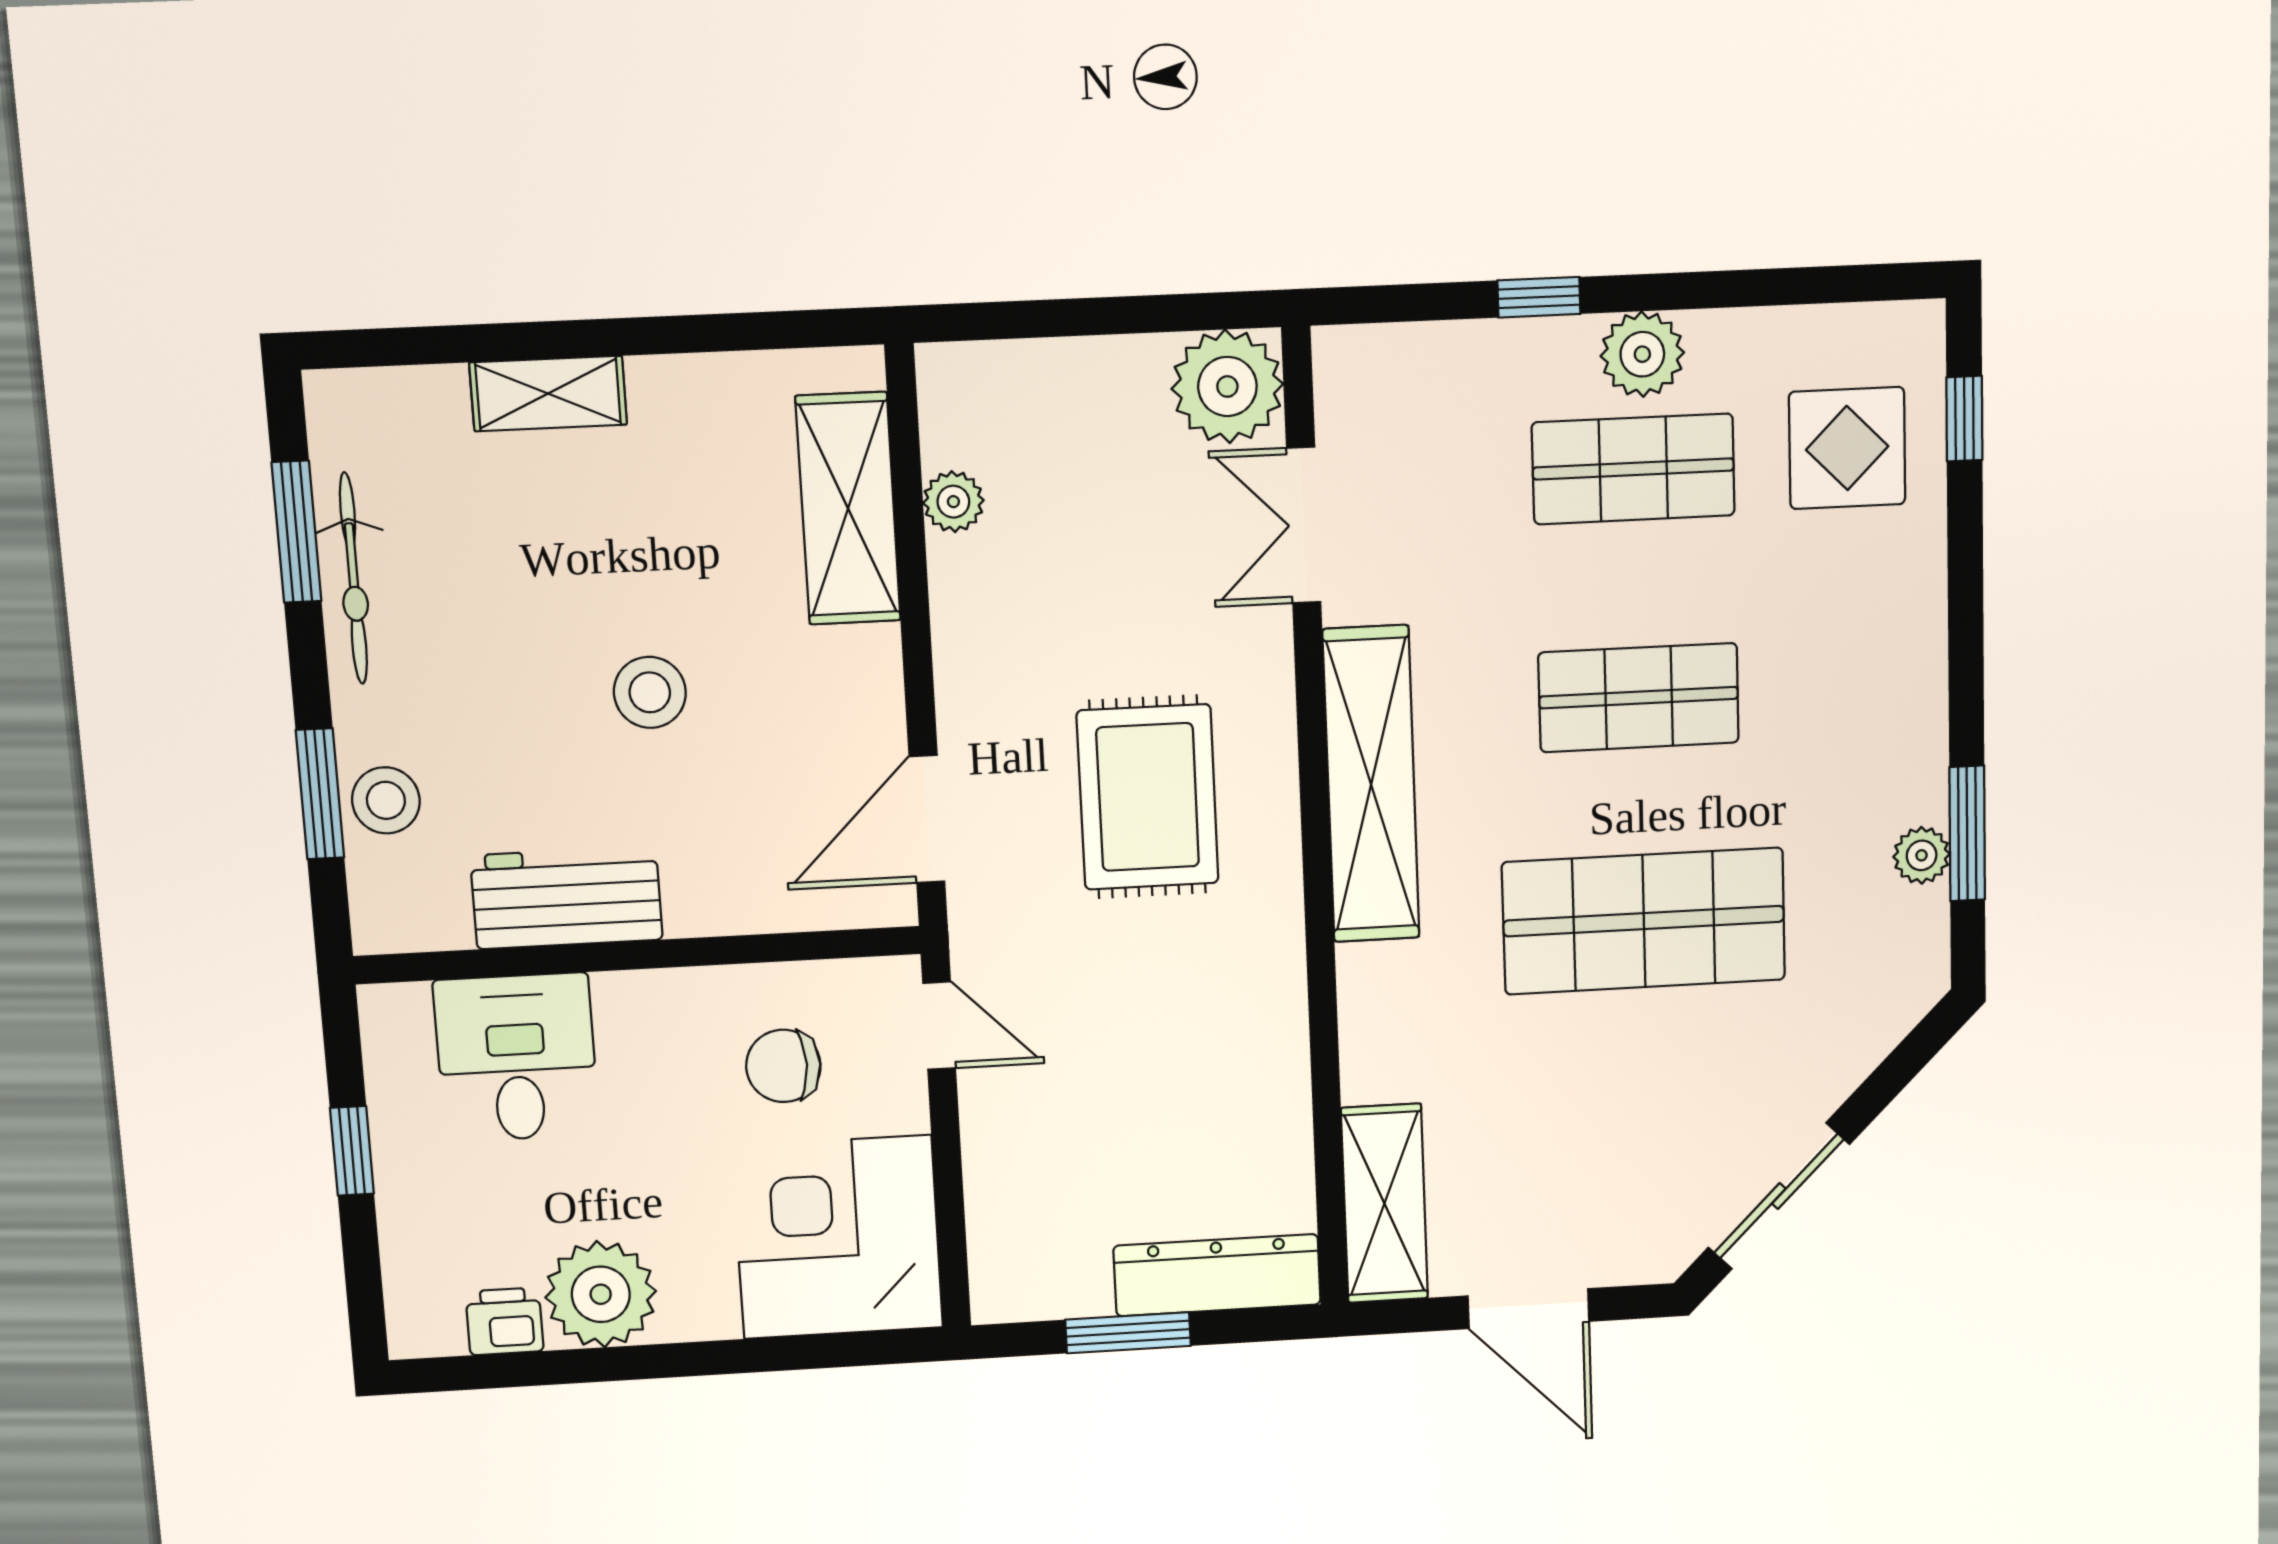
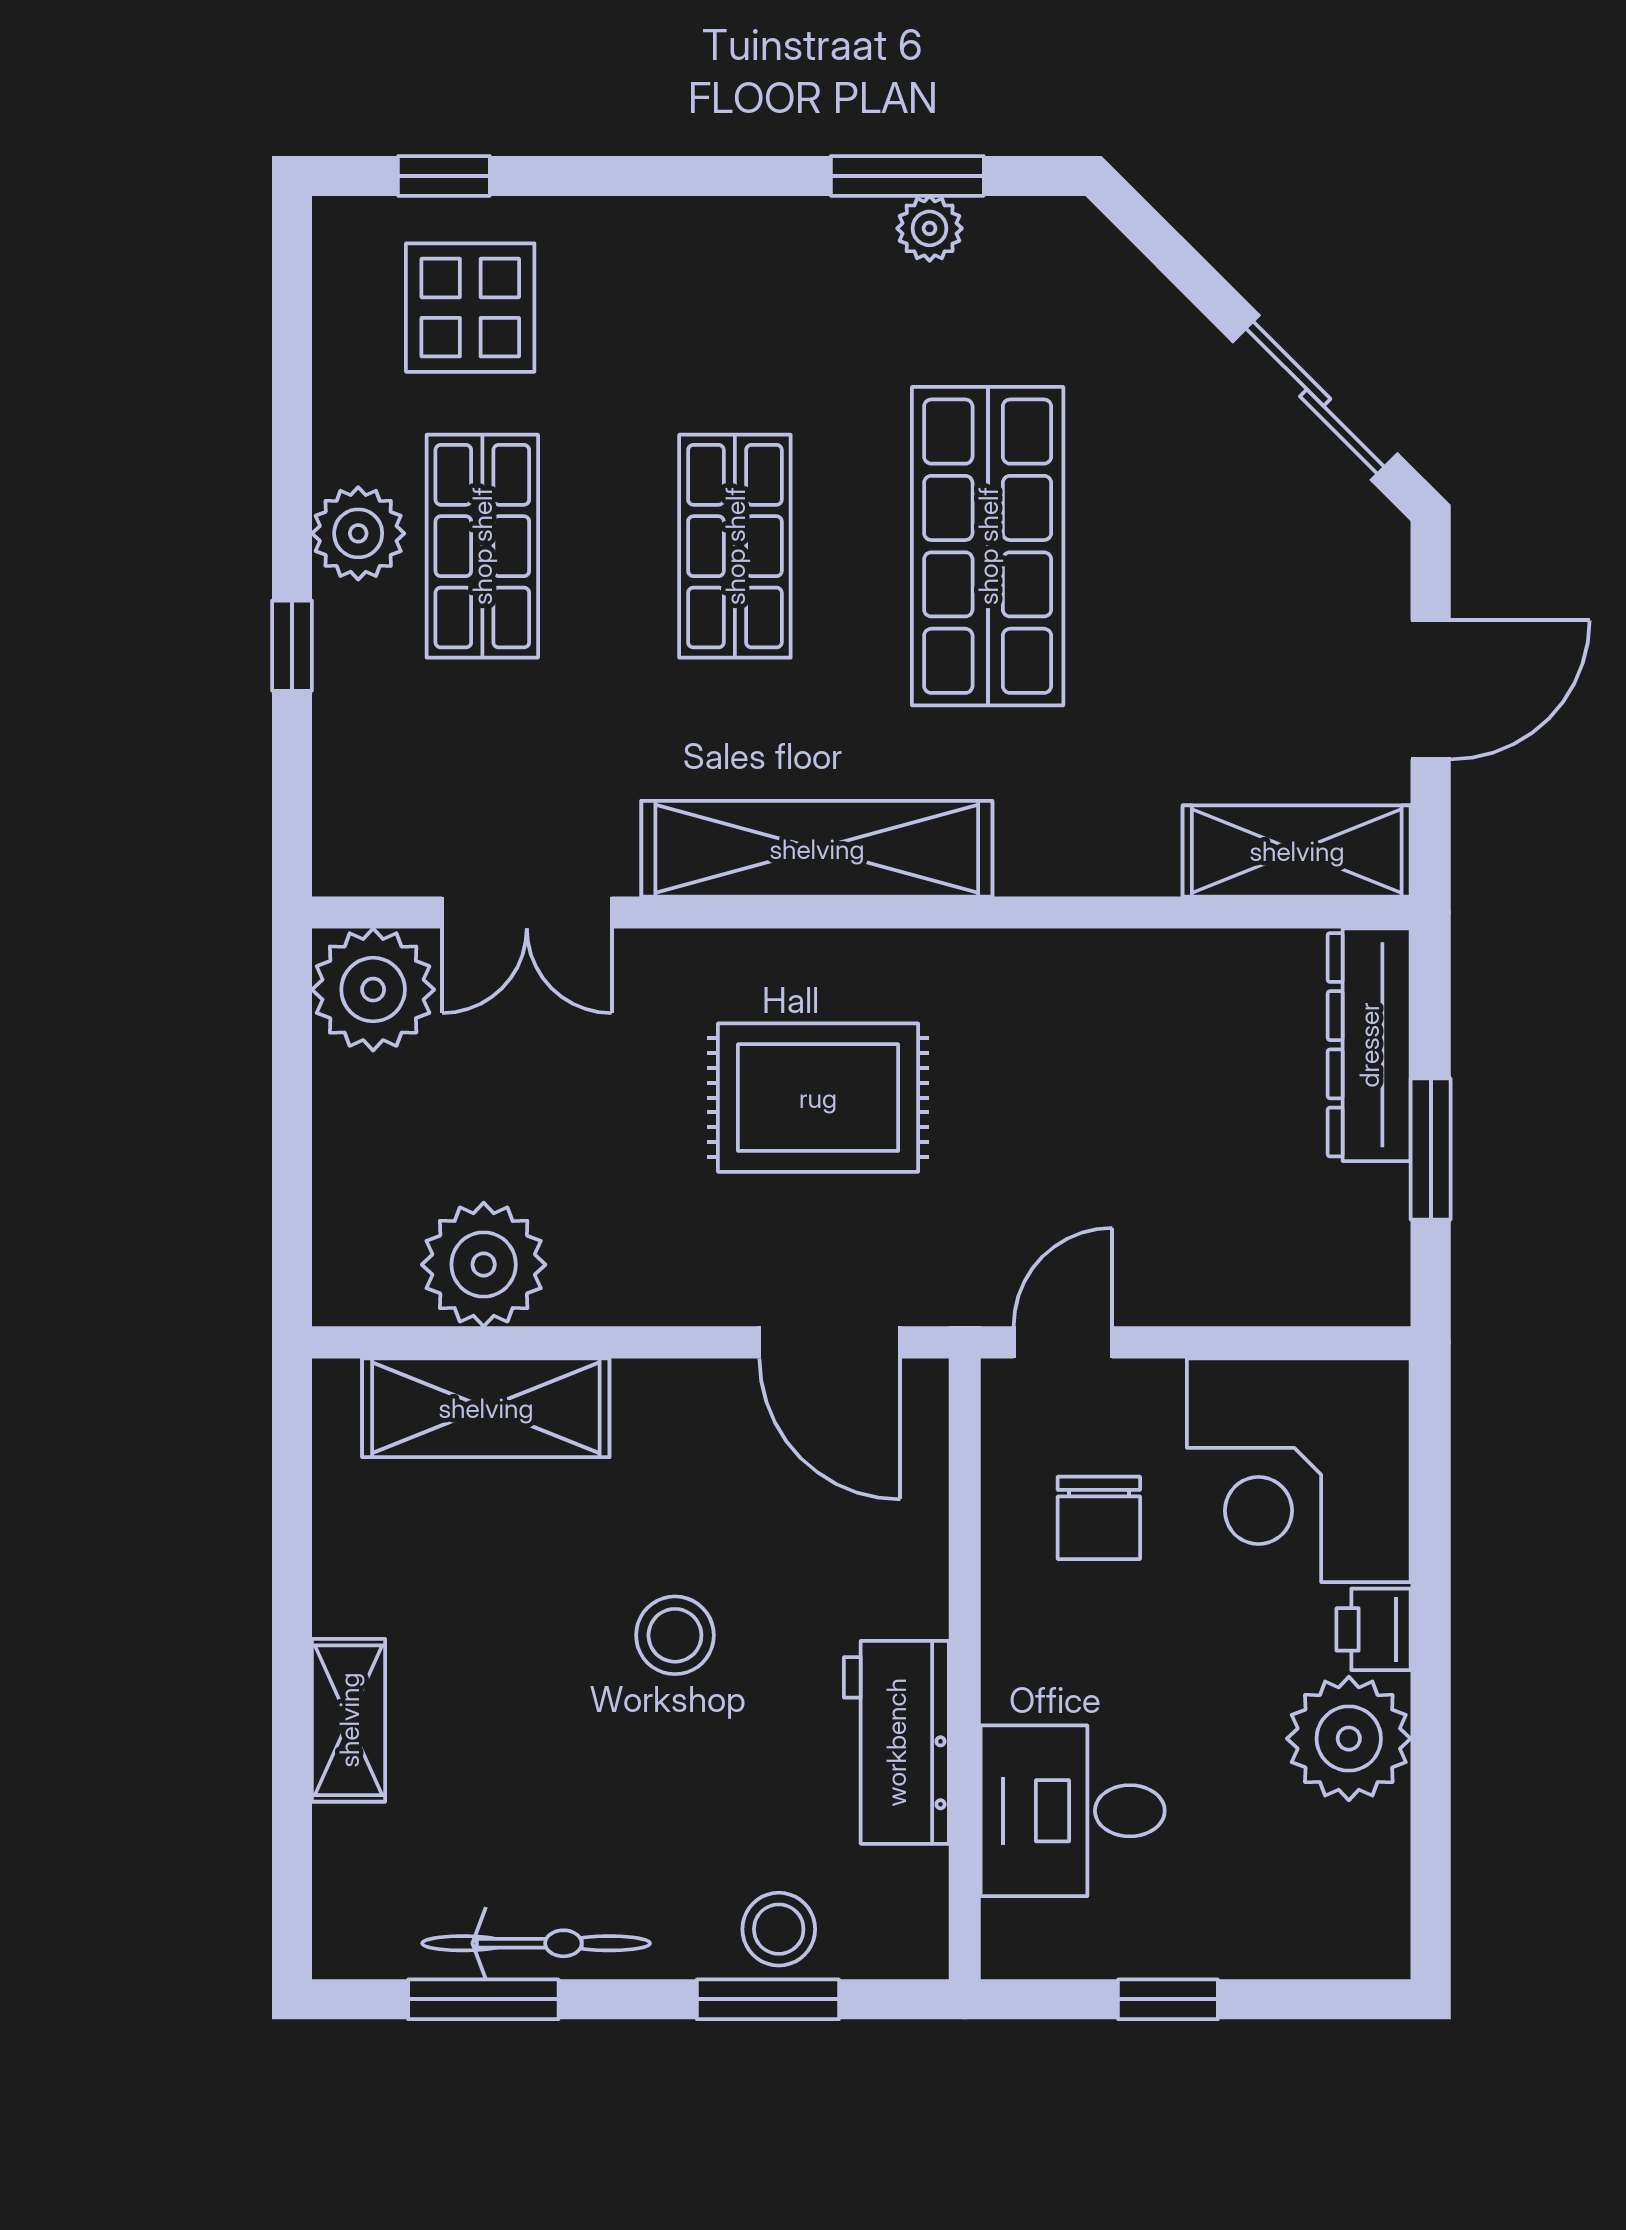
plant: (953, 502) -> (484, 1265), width x1.87, depth x1.87
printer: (504, 1321) -> (1374, 1629), moved

